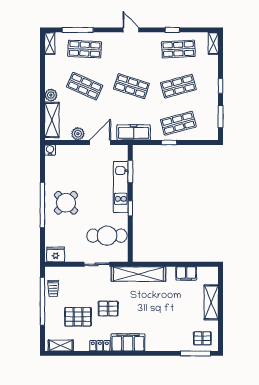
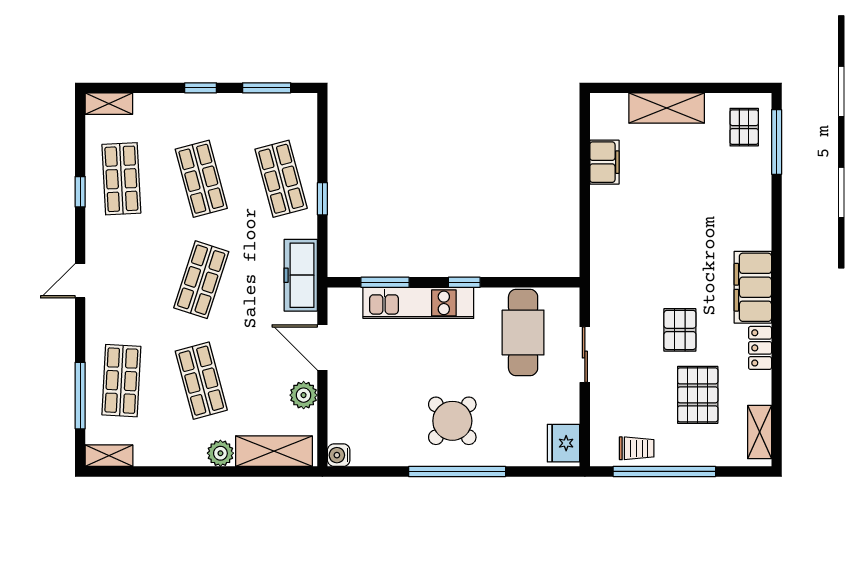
shop shelf: (85, 86) -> (201, 381), turned -39
shelving: (138, 274) -> (606, 265), removed

